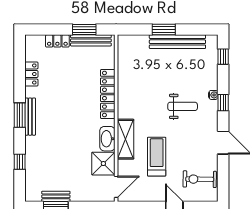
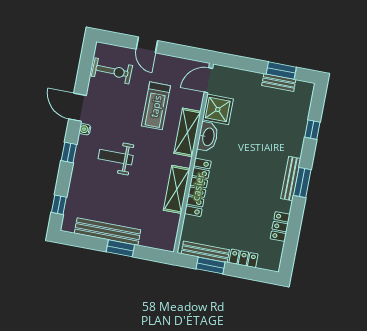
shelving: (125, 89) -> (177, 189), added
water cooler: (213, 95) -> (85, 129), moved

